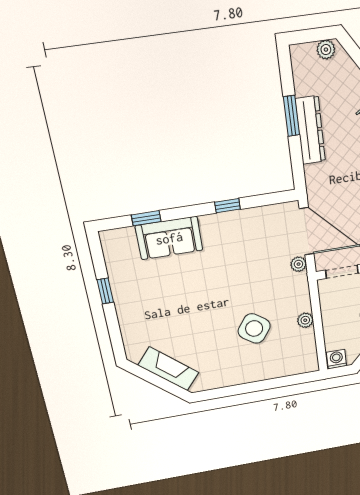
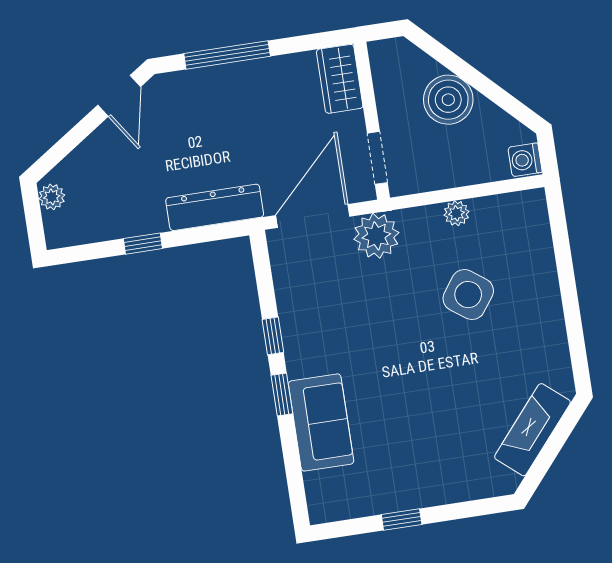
window: (291, 116) -> (143, 244), width x0.67
dresser: (310, 130) -> (215, 207), moved
window: (146, 218) -> (282, 394), moved
plant: (298, 264) -> (376, 236), width x1.87, depth x1.87

